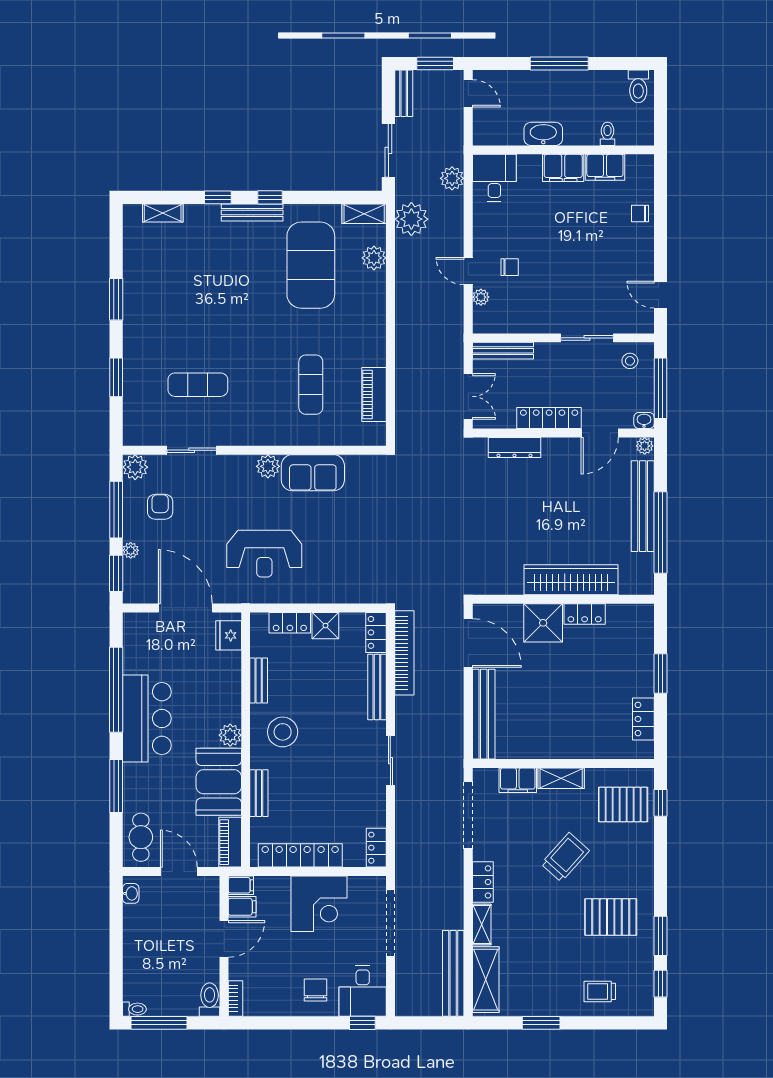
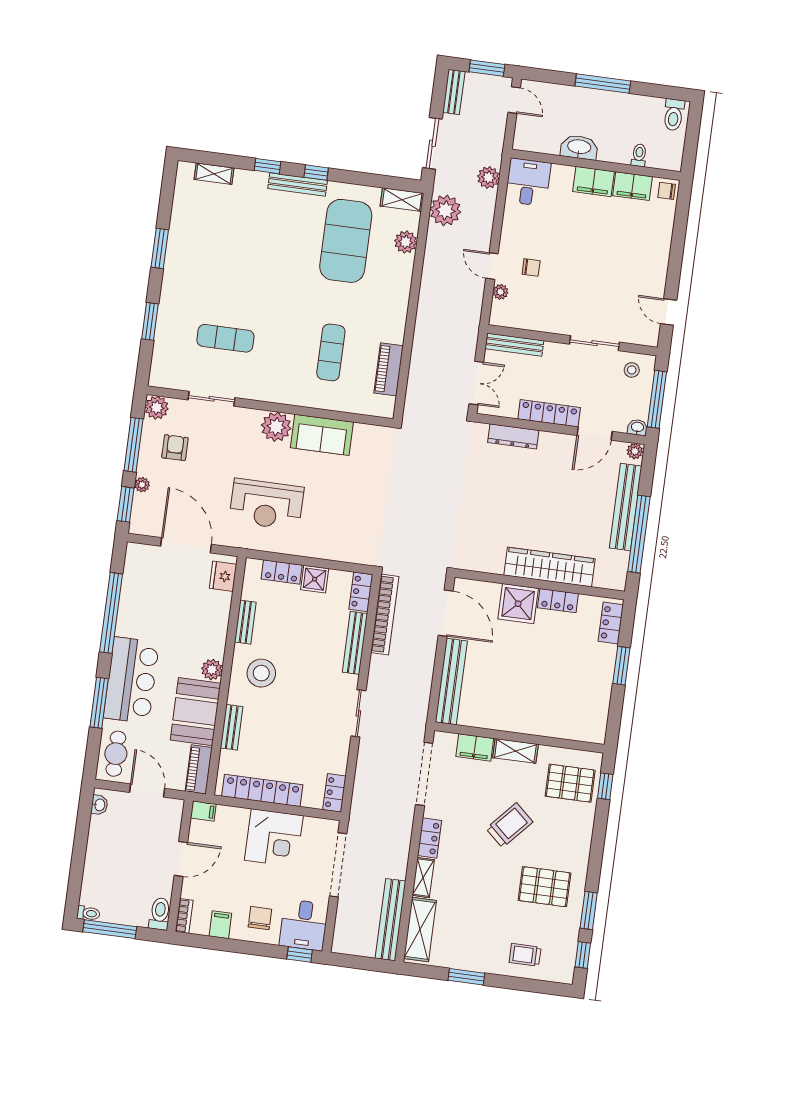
chair: (640, 214) -> (667, 191), moved
plant: (268, 466) -> (276, 427), width x1.36, depth x1.36
bar counter: (147, 719) -> (131, 680), moved
locker: (643, 719) -> (611, 623), moved
filing cabinet: (242, 907) -> (220, 925), moved, turned -90

